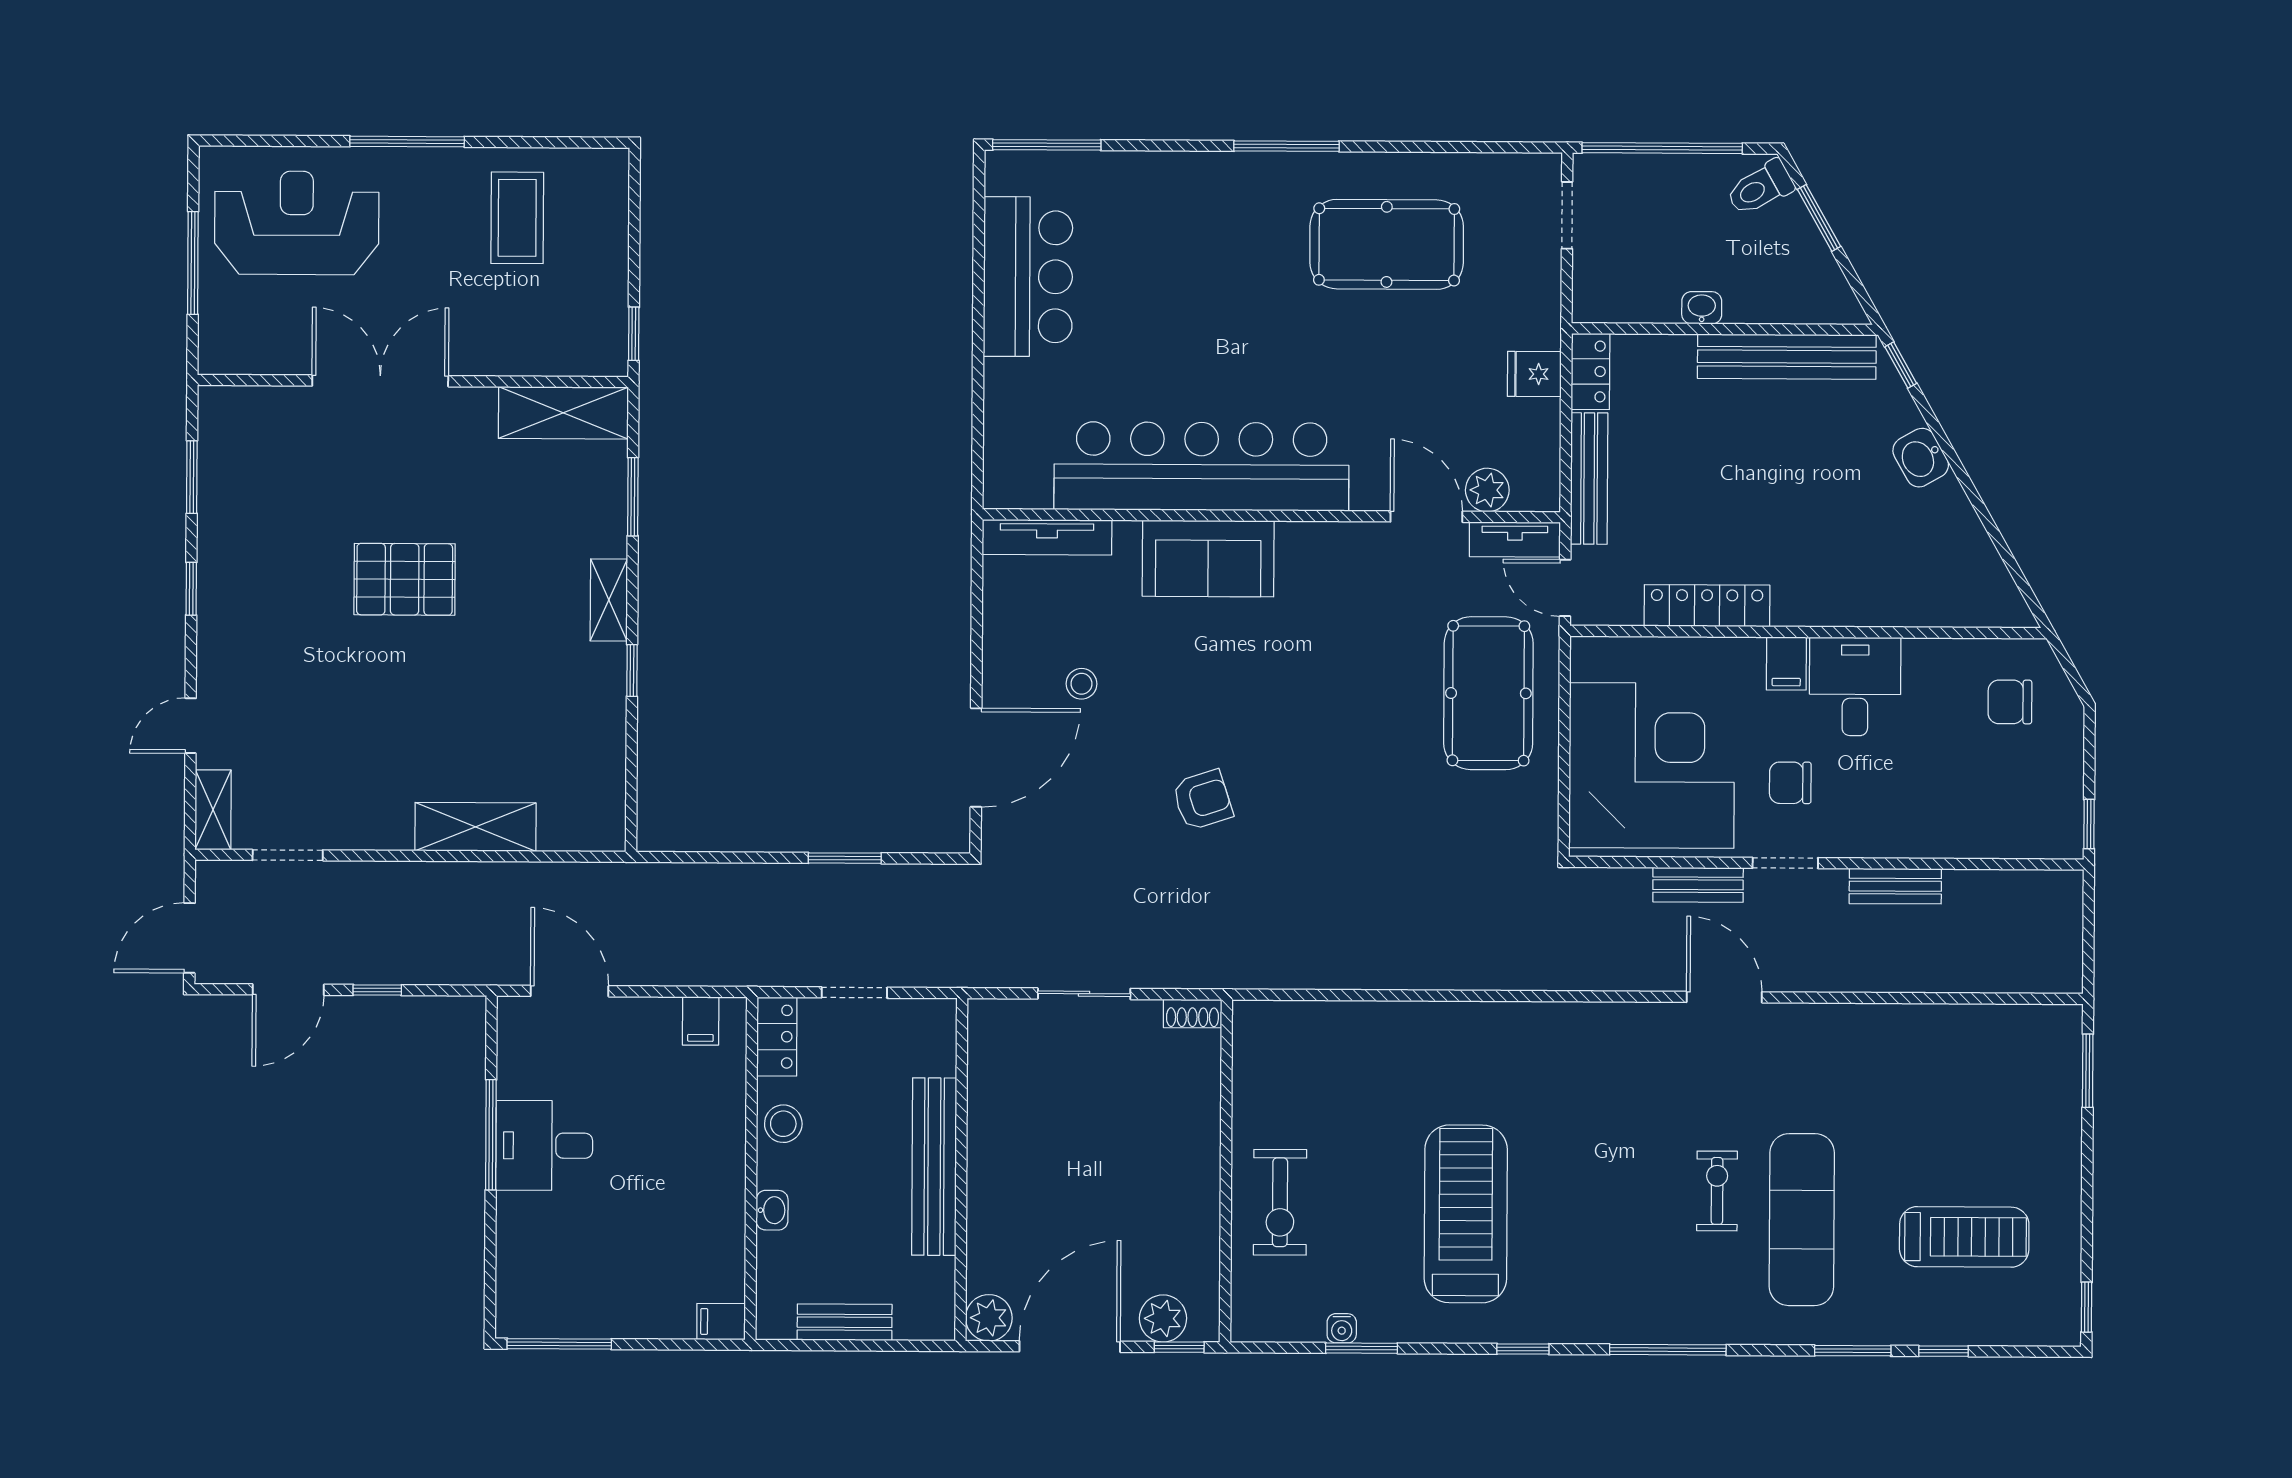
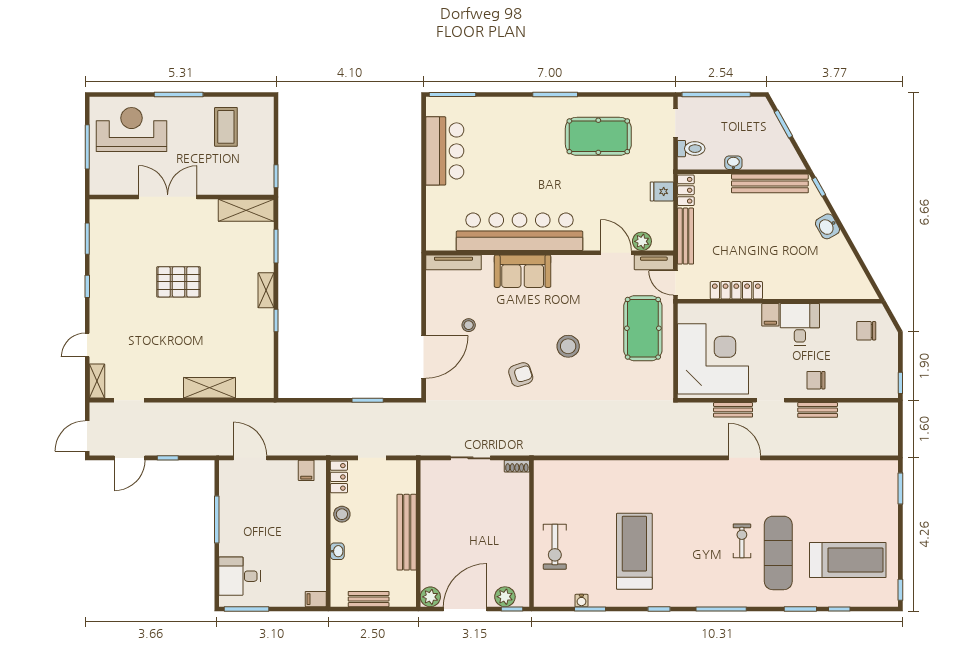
toilet: (1760, 188) -> (691, 149), moved, turned -151
stool: (1314, 734) -> (568, 346), added
chair: (1790, 783) -> (816, 380), moved
desk: (544, 1146) -> (240, 576), moved
treadmill: (1964, 1237) -> (848, 560), width x1.37, depth x1.38

